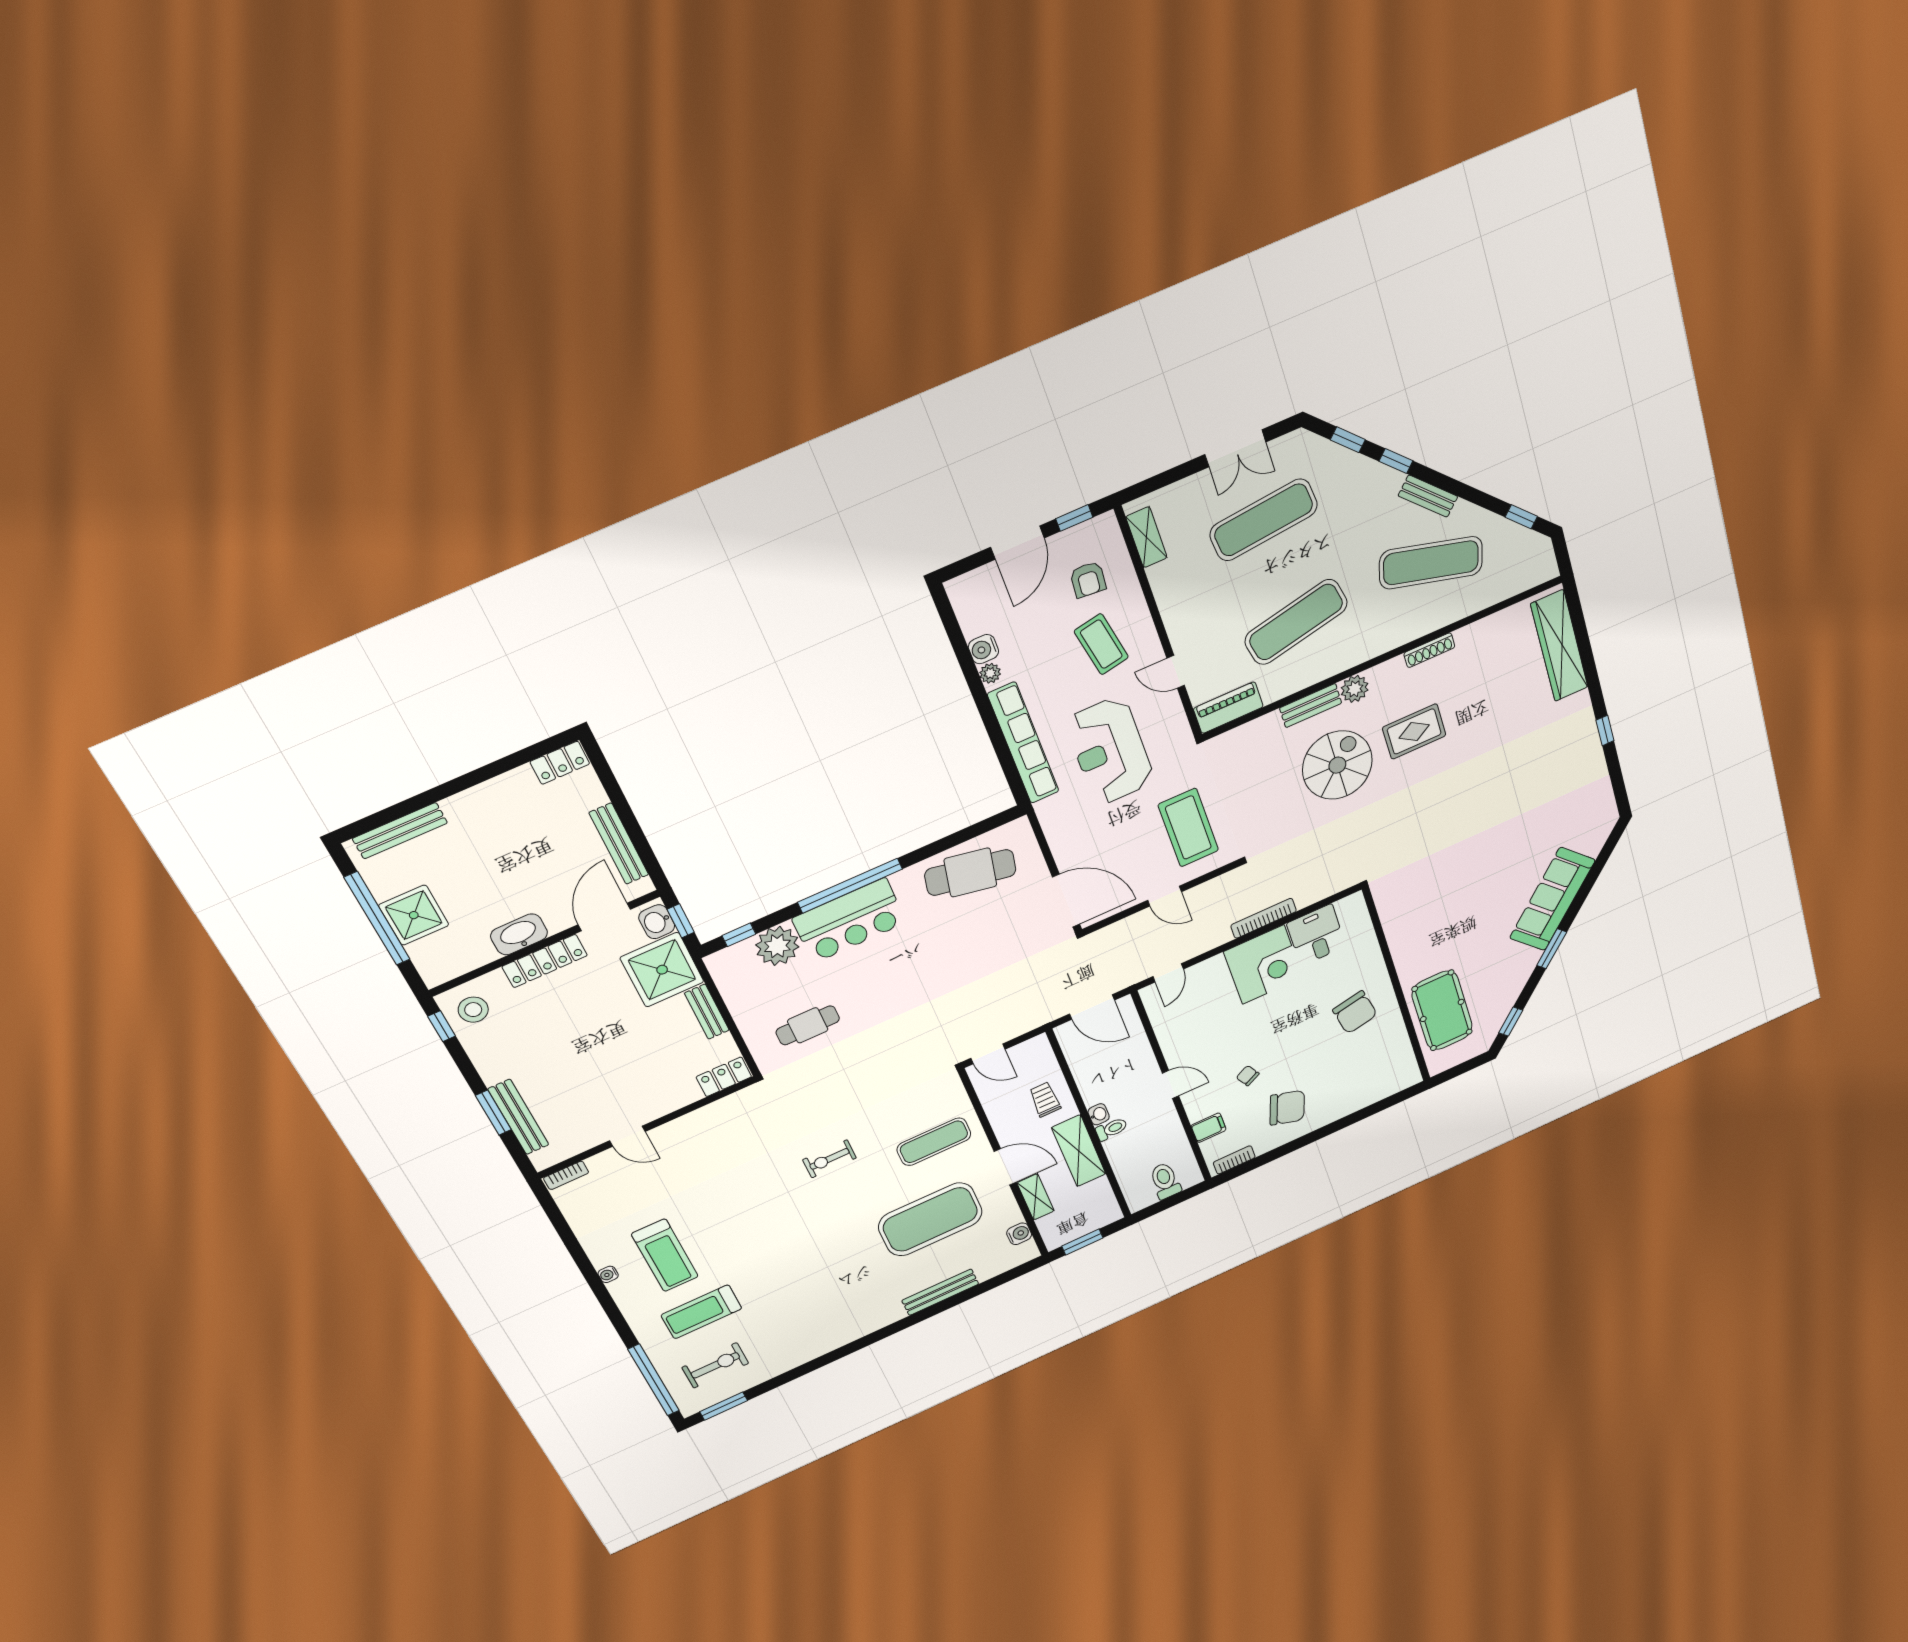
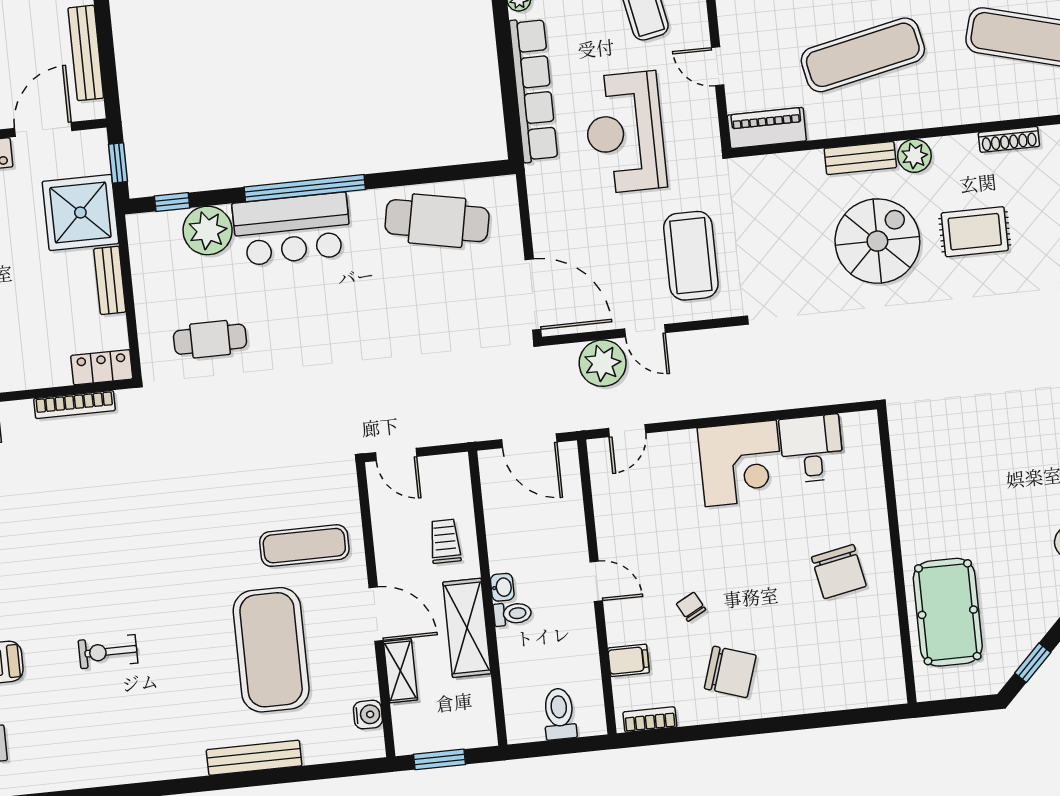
bookcase: (1264, 918) -> (74, 405), moved, turned 180
washbasin: (657, 922) -> (94, 155), removed
plant: (1136, 931) -> (603, 363), added
exercise bike: (829, 1159) -> (108, 652), moved
exercise mat: (930, 1219) -> (271, 650), turned 90

